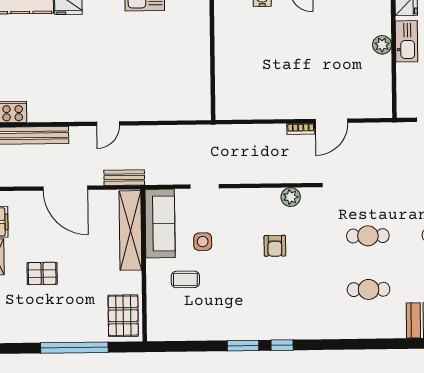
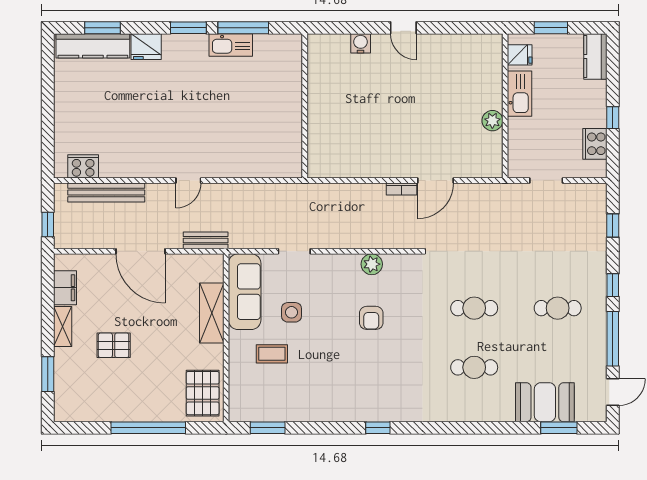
plant: (382, 45) -> (492, 121), moved
plant: (291, 197) -> (372, 264), moved
shelving: (130, 230) -> (212, 313), width x0.68
window: (243, 346) -> (268, 428), moved

